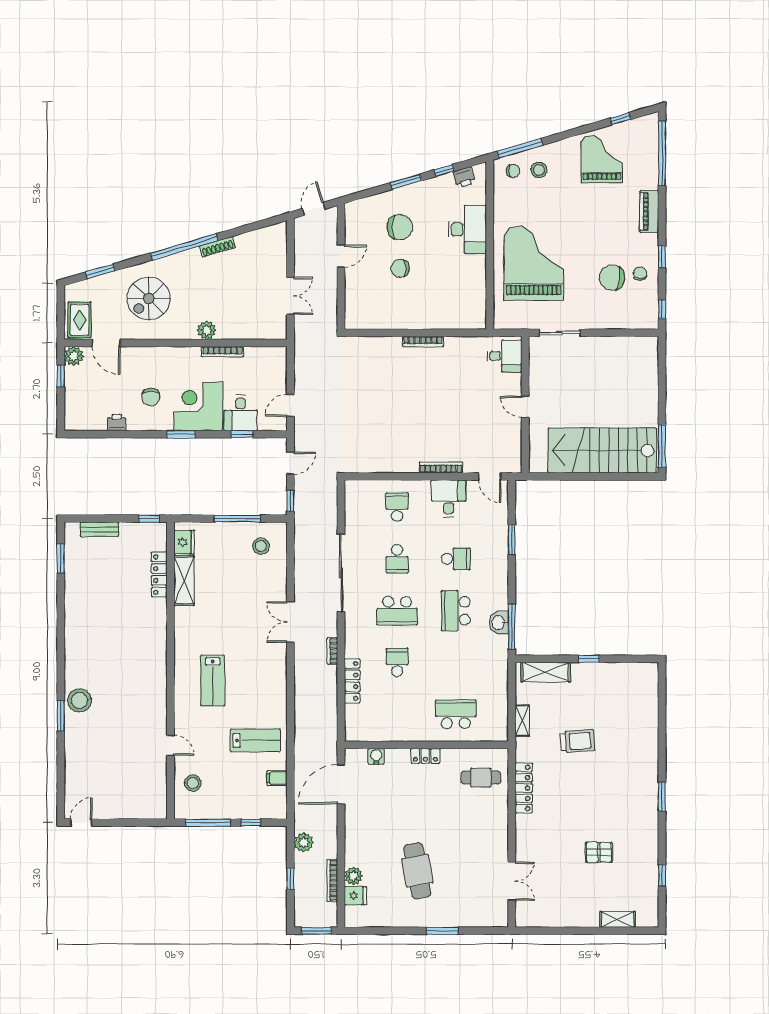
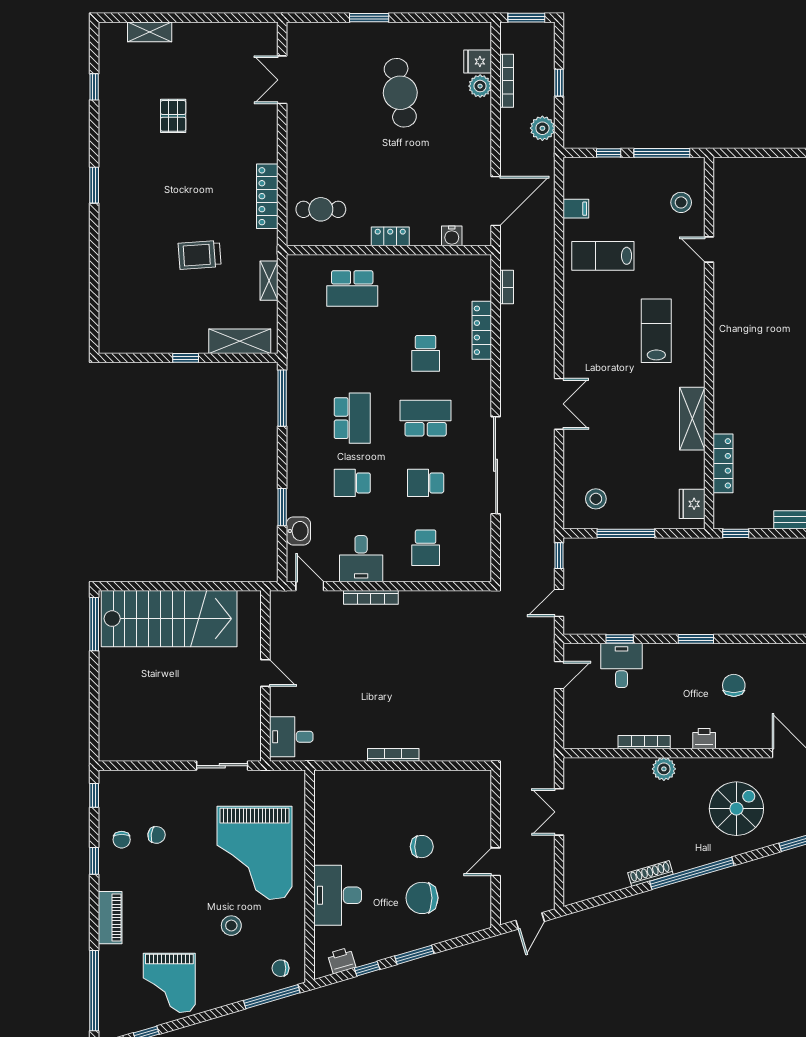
stool: (539, 170) -> (231, 926), moved
chair: (612, 278) -> (157, 835), width x0.54, depth x0.54
corner desk: (198, 406) -> (674, 674), removed
printer: (117, 423) -> (704, 739), moved, turned 180
school desk: (397, 559) -> (426, 483), turned -90
shelving: (184, 580) -> (692, 419), moved
washbasin: (499, 622) -> (298, 531), moved
bookcase: (332, 651) -> (507, 287), moved
pallet: (599, 852) -> (173, 116), turned 90

